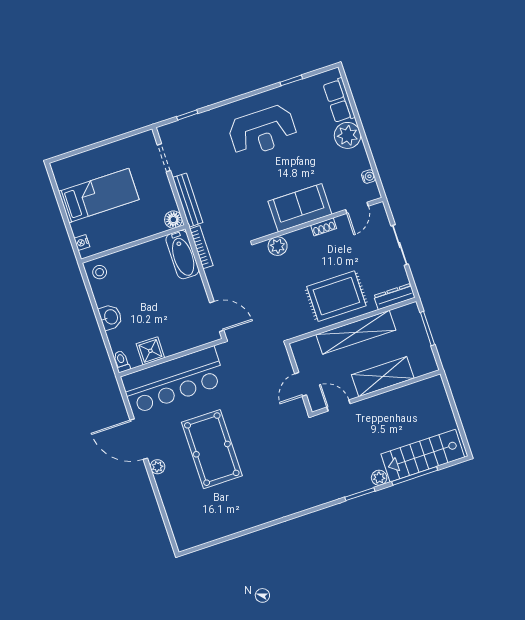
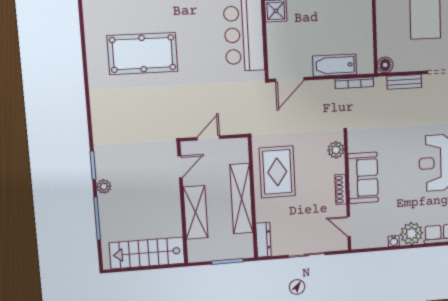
water cooler: (369, 177) -> (394, 241), moved
bench: (188, 200) -> (404, 82), width x0.73
shoe rack: (324, 227) -> (341, 189), width x1.43
bathtub: (182, 255) -> (335, 65), moved
rug: (336, 296) -> (277, 172), moved
door: (301, 384) -> (208, 138), hinge flipped
pool table: (212, 449) -> (143, 54), moved
stairs: (423, 456) -> (147, 253), moved, turned -90

